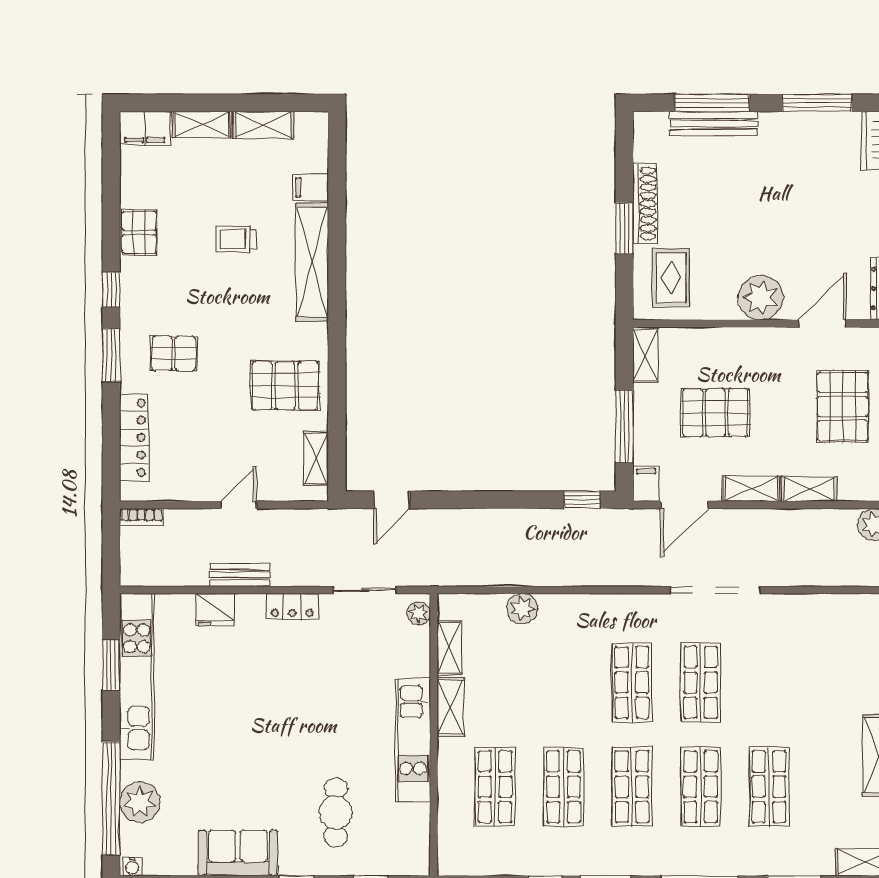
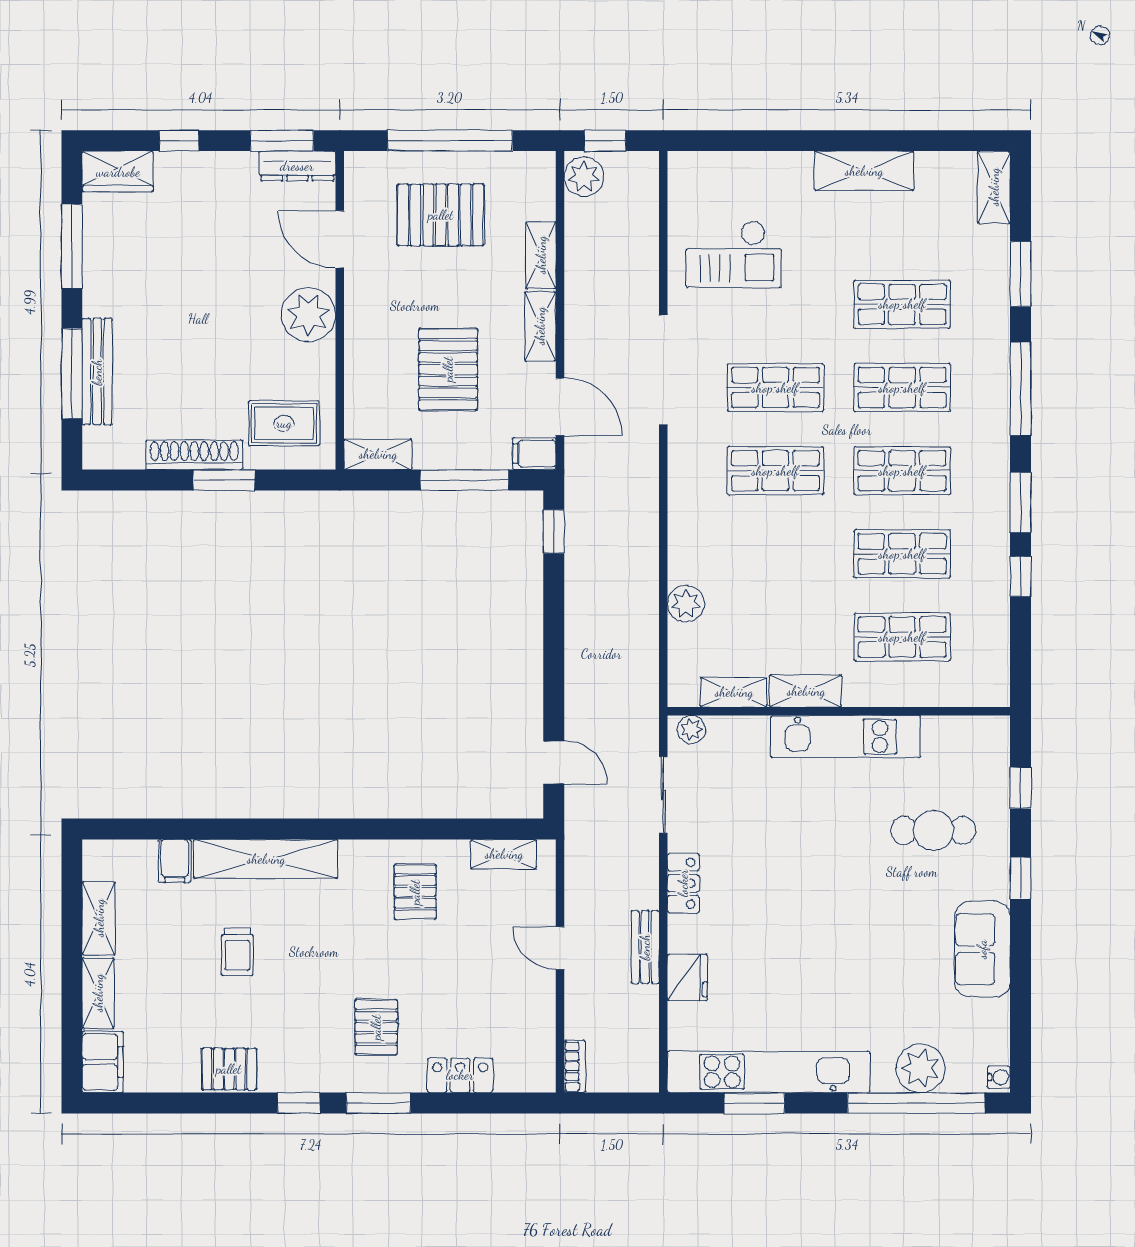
pallet: (285, 386) -> (415, 892), width x0.67, depth x0.71
locker: (134, 438) -> (460, 1075), width x0.66
checkout: (810, 648) -> (734, 254), added

